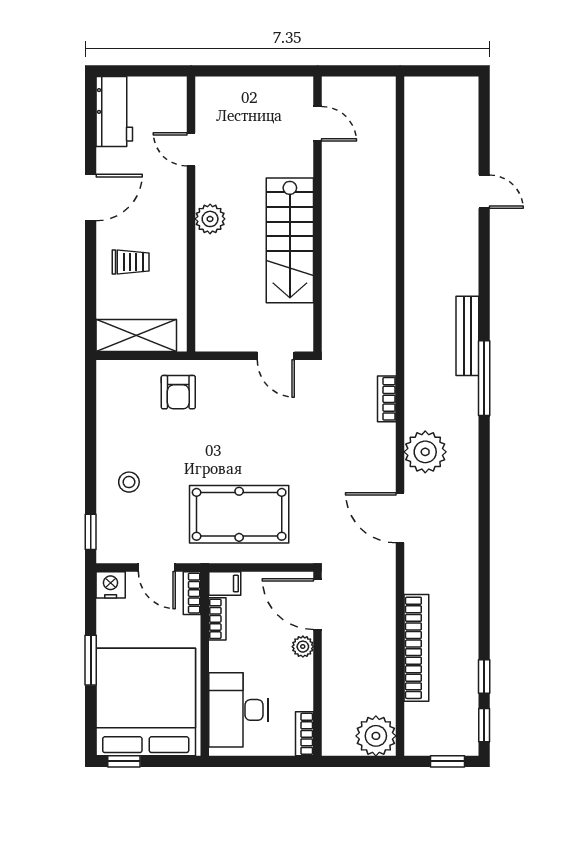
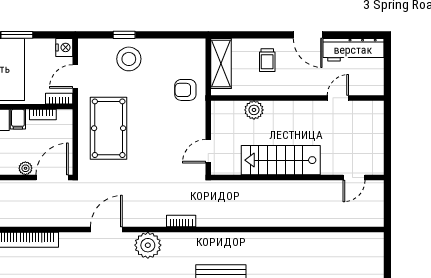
workbench: (114, 112) -> (353, 50), width x1.38
plant: (210, 219) -> (254, 110), moved
stool: (129, 482) -> (129, 59), width x1.89, depth x1.89
window: (91, 532) -> (124, 35), moved
filing cabinet: (225, 584) -> (18, 119), moved

